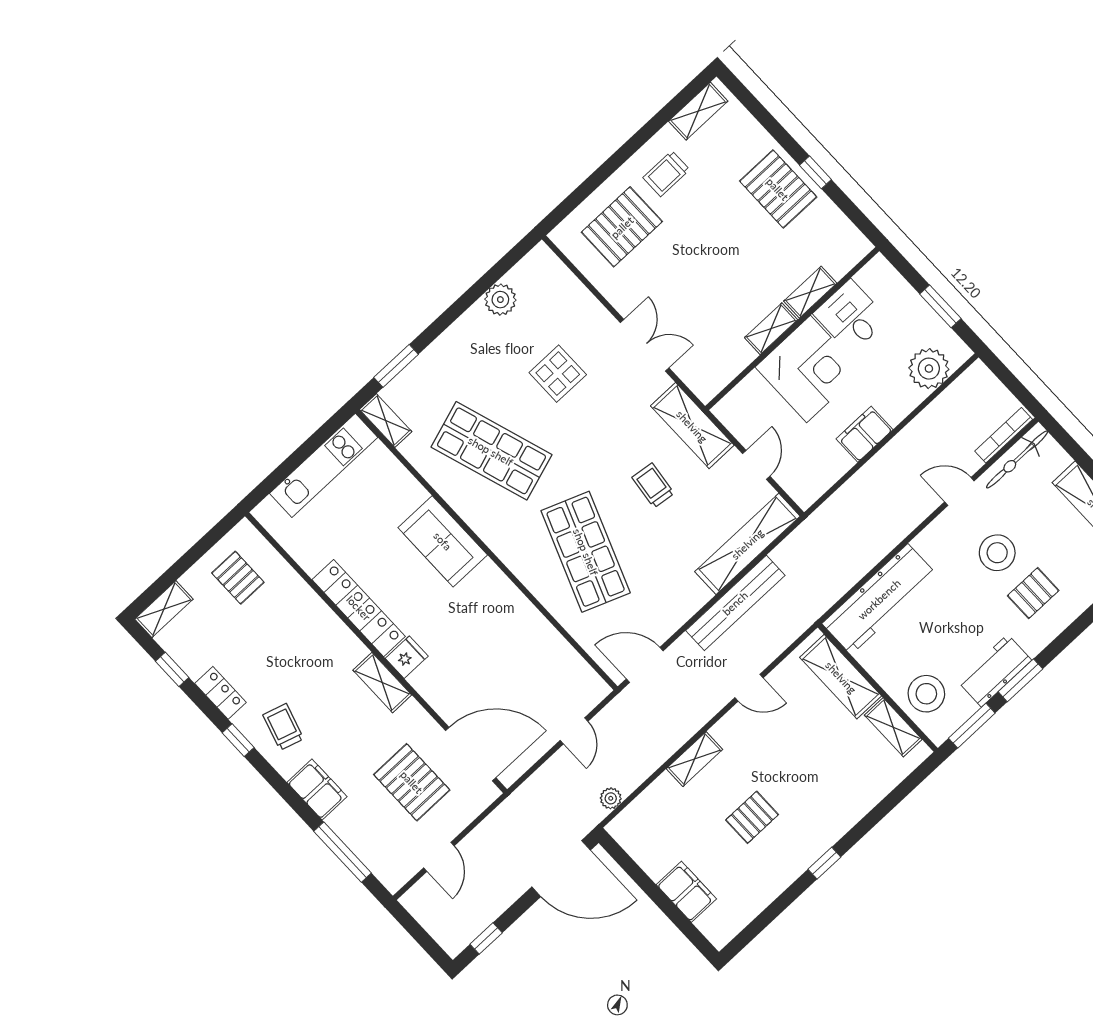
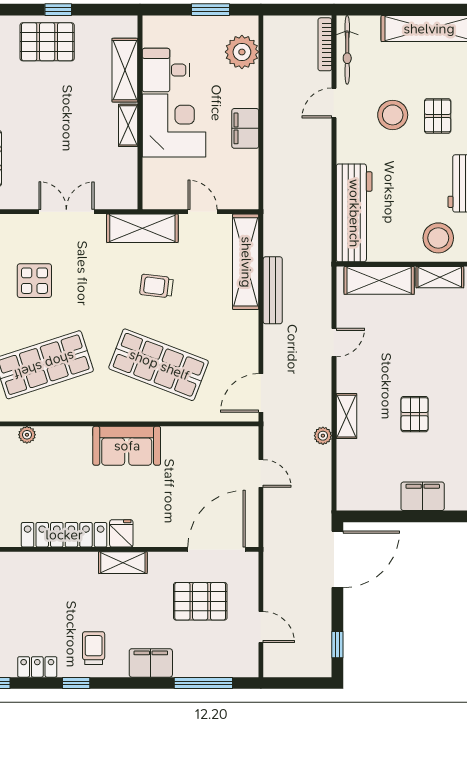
shelving: (810, 292) -> (125, 70), width x1.50, depth x1.33
plant: (416, 493) -> (27, 435), added
sofa: (443, 541) -> (127, 446), moved
bench: (735, 603) -> (273, 290), width x0.73, depth x0.82
trolley: (283, 727) -> (94, 648), turned 73
plant: (611, 798) -> (323, 436), moved

